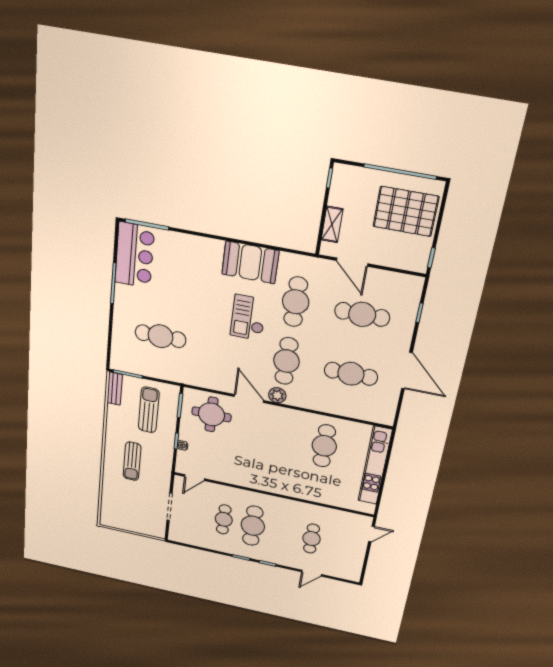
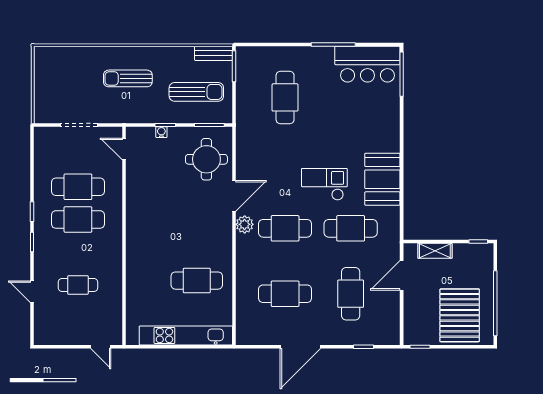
cafe table: (351, 374) -> (285, 294), turned 90
cafe table: (224, 519) -> (78, 187), width x1.37, depth x1.35

